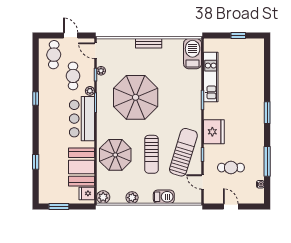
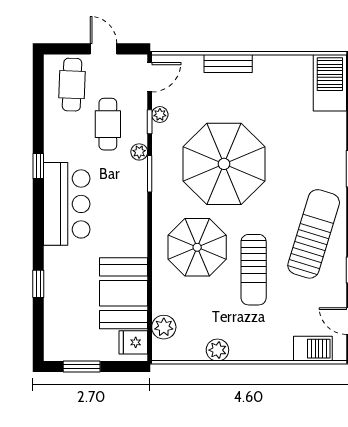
bench: (149, 43) -> (228, 63), moved
door: (96, 51) -> (150, 77), swing flipped
bar counter: (82, 119) -> (67, 204), moved, turned 180
sun lounger: (183, 152) -> (314, 234), moved
parasol: (115, 155) -> (197, 247), moved
plant: (103, 197) -> (164, 327), moved
barbecue: (164, 197) -> (313, 349), moved

